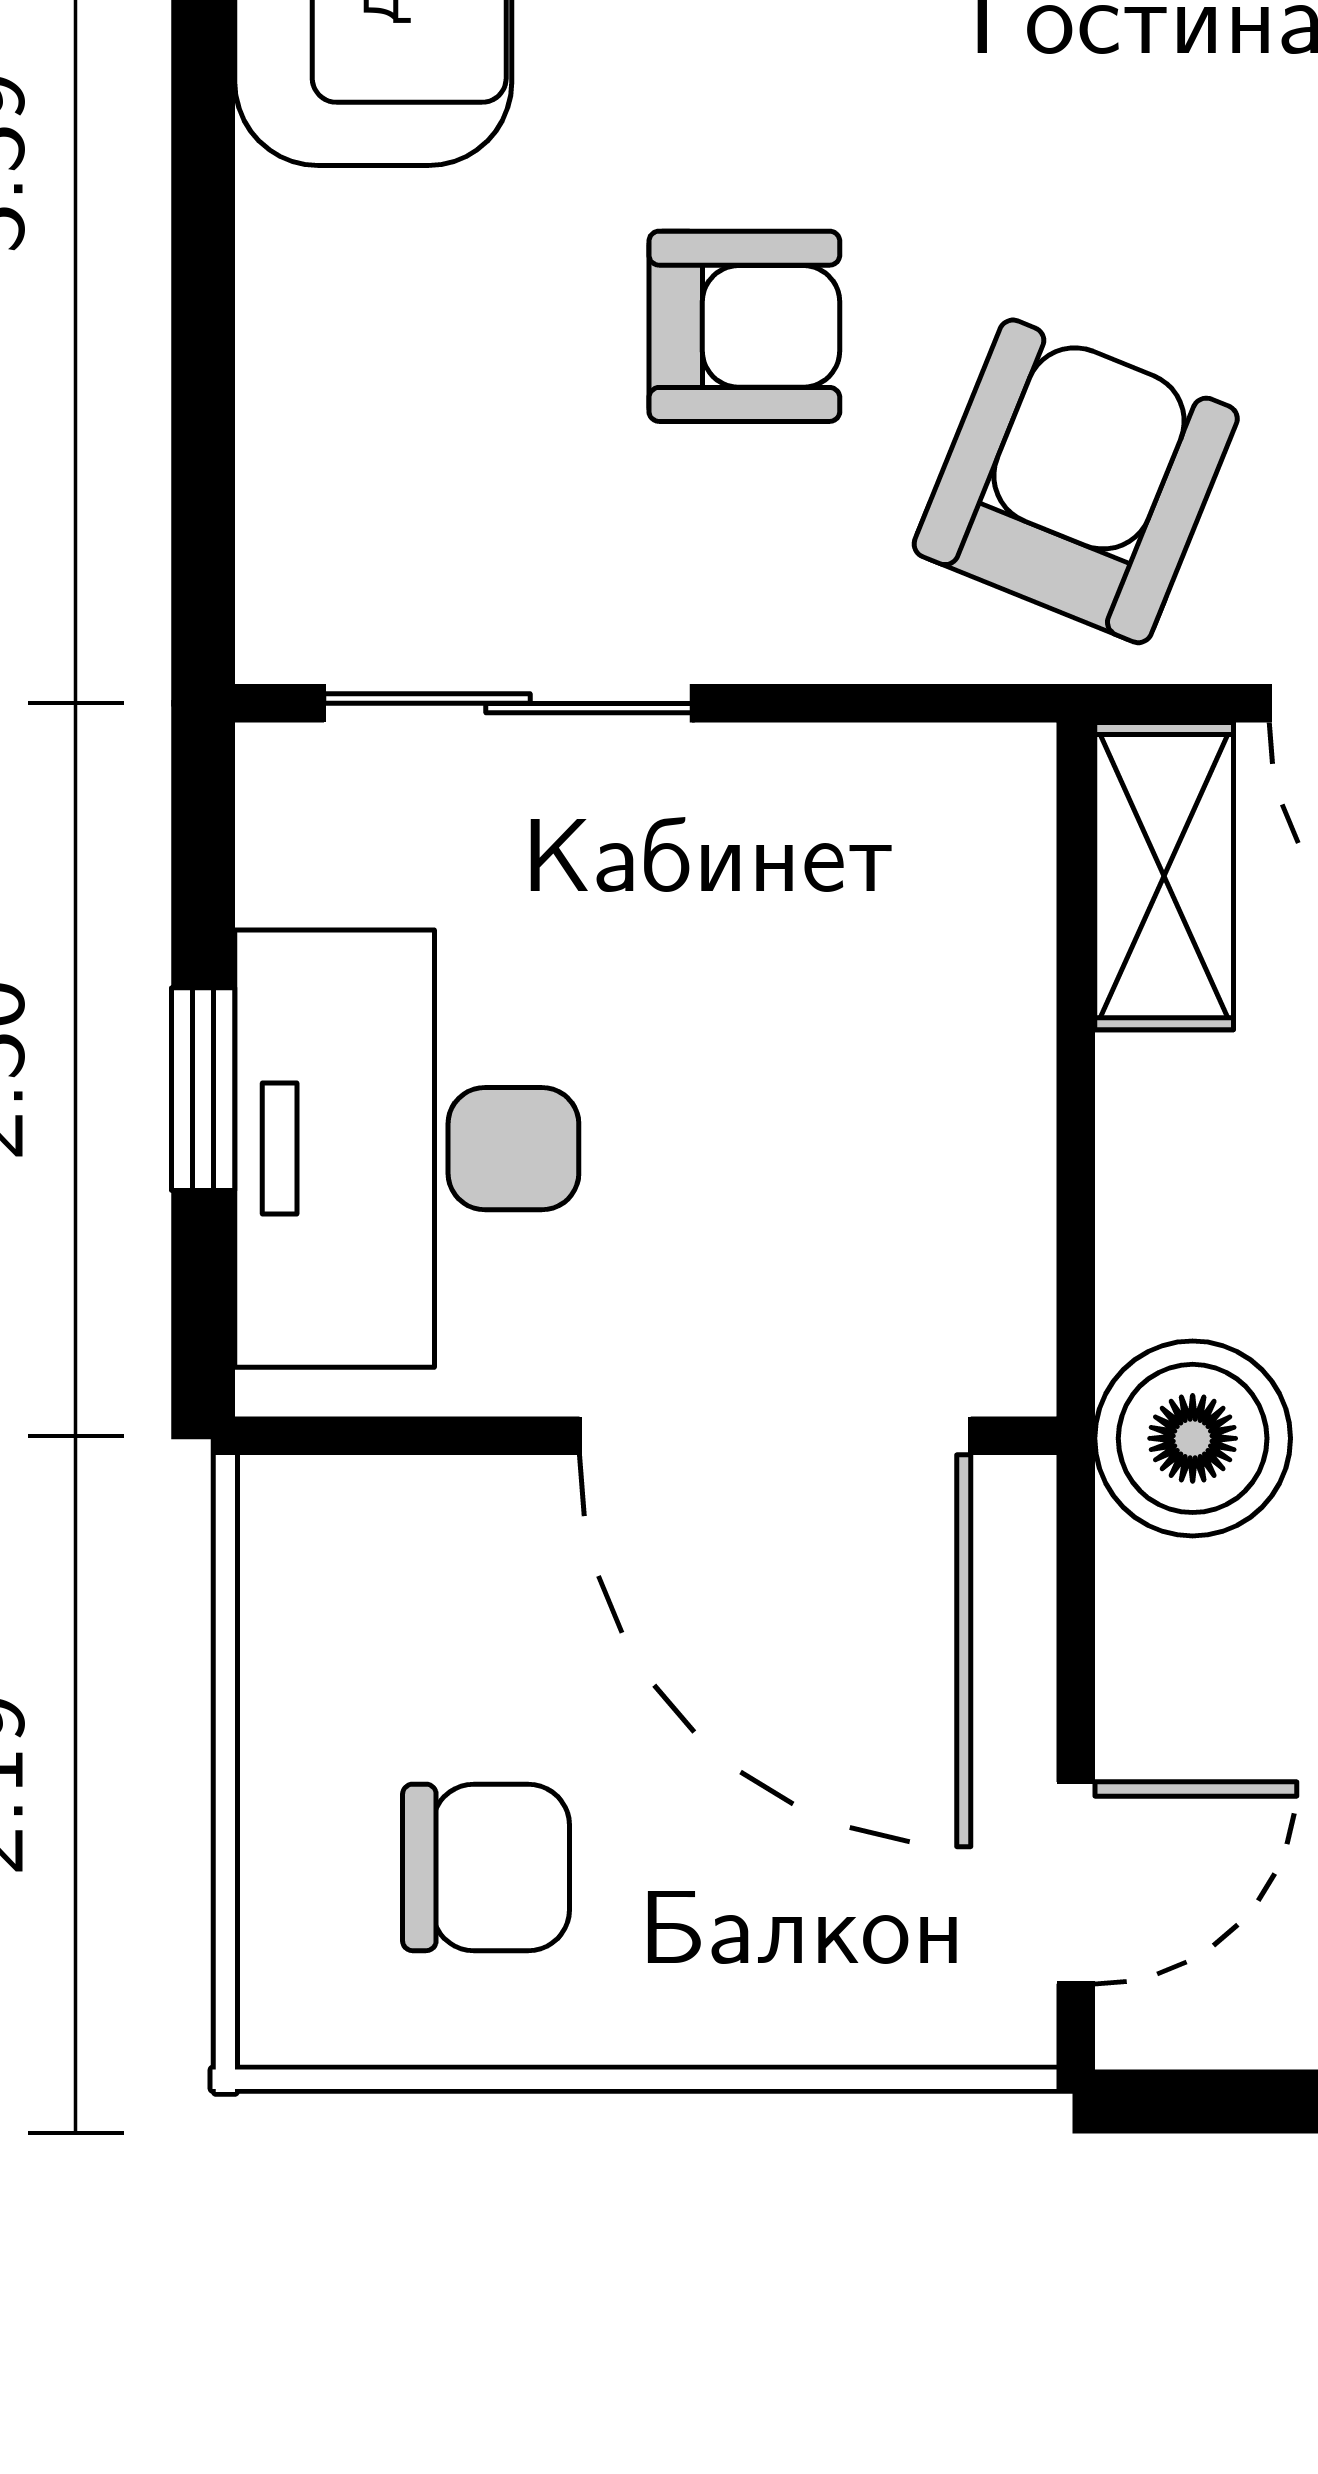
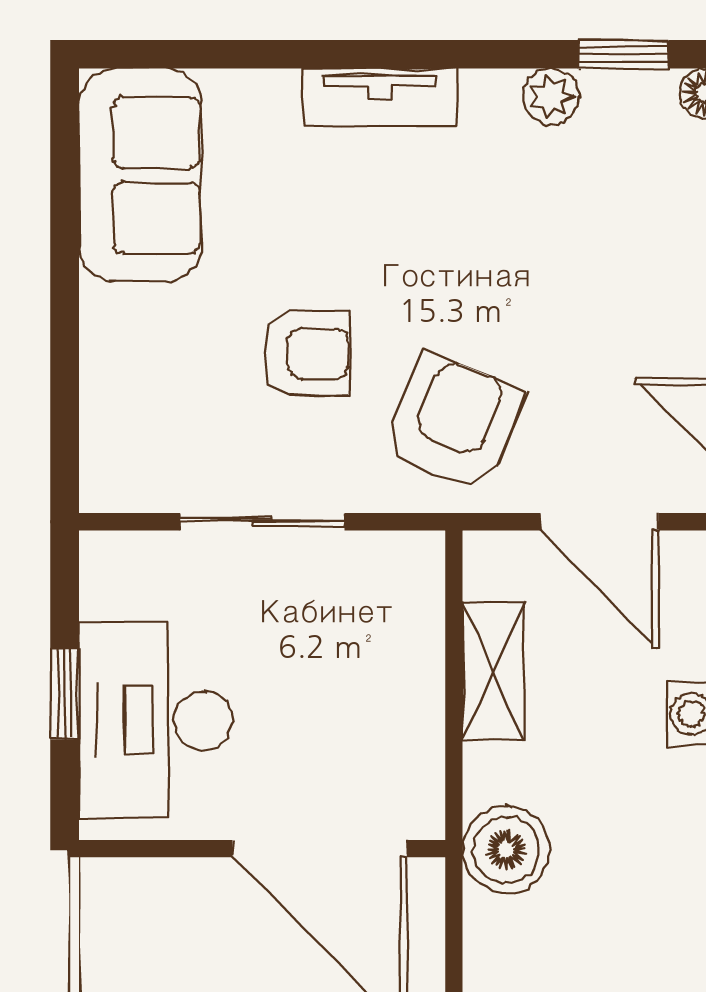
sliding door: (508, 703) -> (262, 522), moved
shelving: (1164, 876) -> (493, 671), moved

